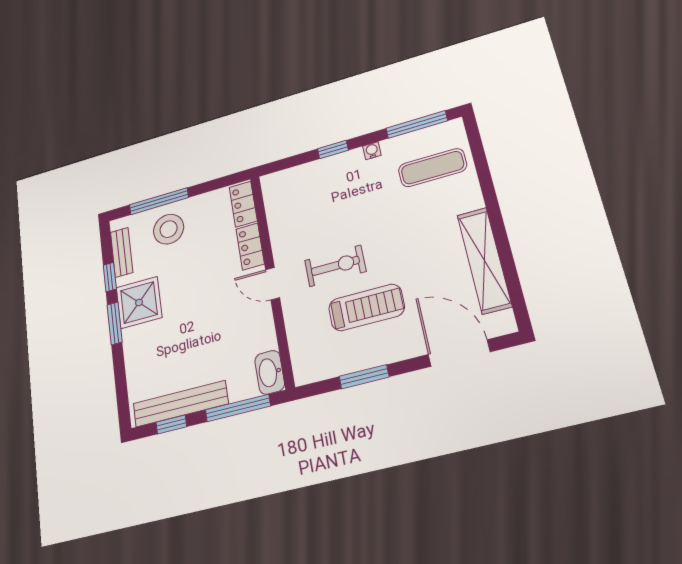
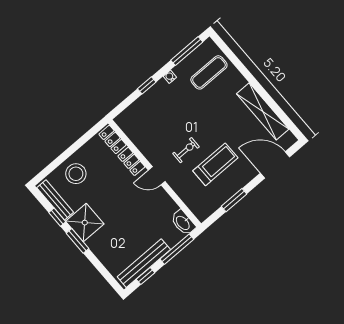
window: (159, 201) -> (59, 160), removed
bench: (122, 252) -> (55, 200), width x1.36
exercise bike: (335, 266) -> (186, 150), width x0.73, depth x0.72

